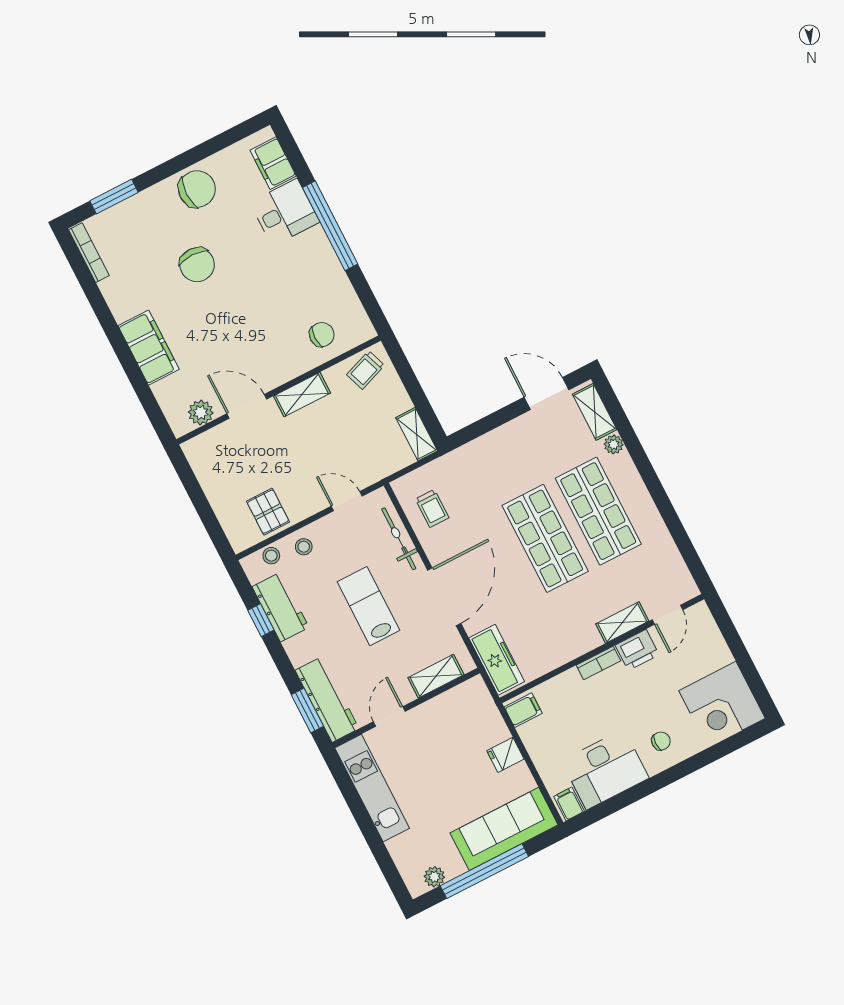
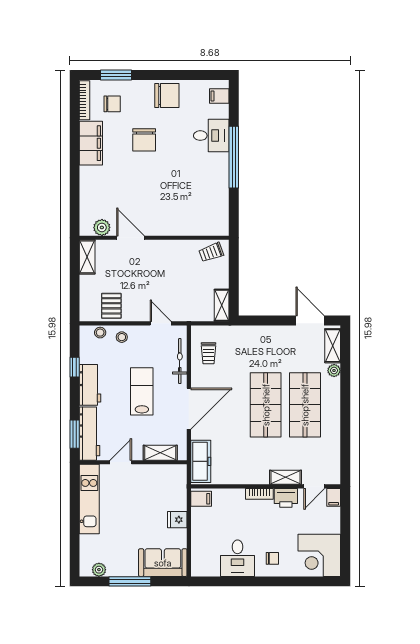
filing cabinet: (273, 163) -> (219, 96), width x0.50
chair: (322, 335) -> (112, 104), moved
filing cabinet: (149, 348) -> (91, 143), moved
shelving: (302, 395) -> (87, 257), moved, turned 90
workbench: (281, 607) -> (90, 385), moved
desk: (605, 770) -> (238, 558), width x0.73
filing cabinet: (569, 804) -> (334, 497), moved, turned 180
sofa: (504, 829) -> (163, 563), width x0.73
window: (484, 871) -> (130, 581), width x0.68

